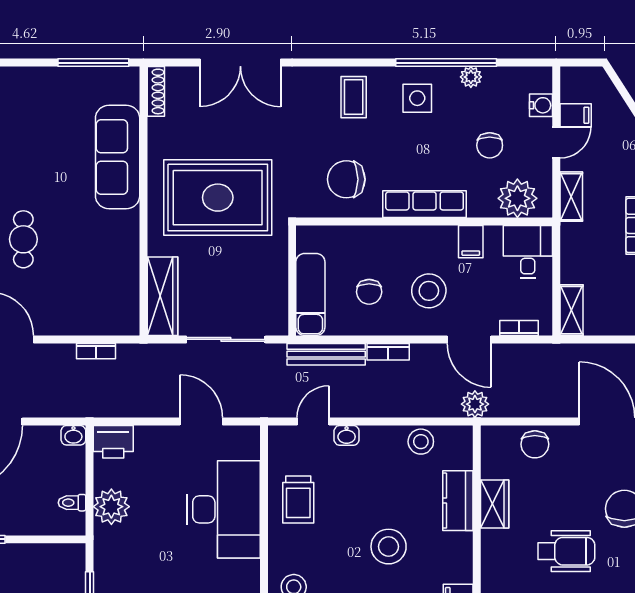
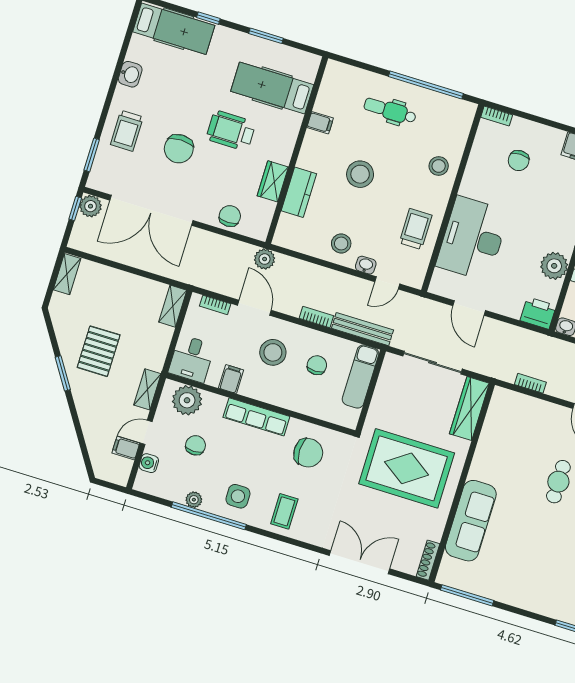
stool: (421, 442) -> (341, 244), moved

